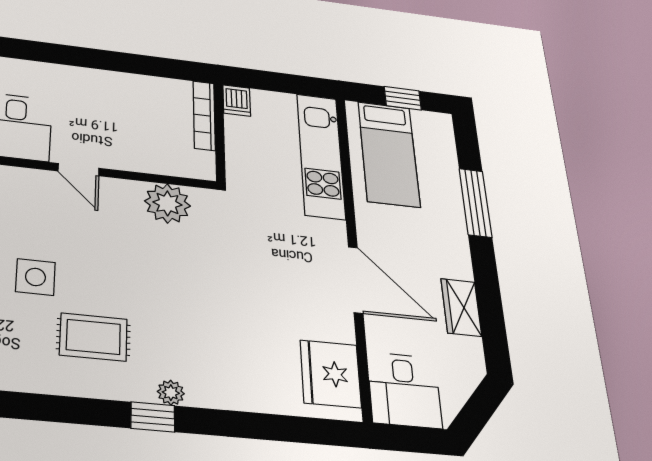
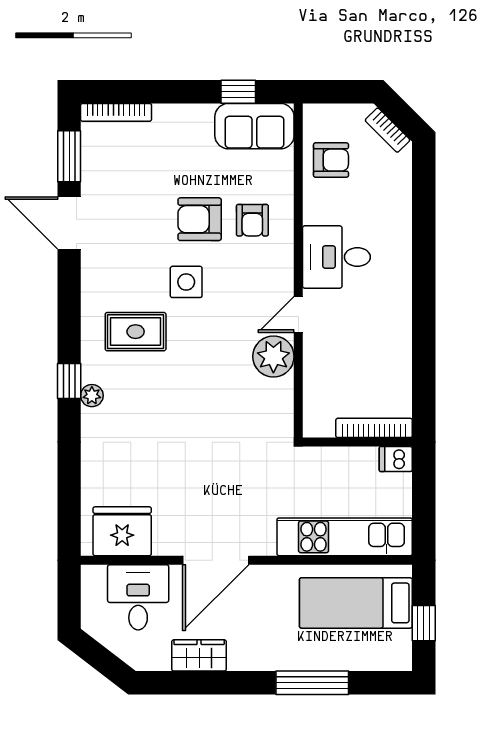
plant: (167, 203) -> (273, 357), moved
rug: (93, 337) -> (136, 332), turned 90
desk: (404, 390) -> (138, 597), moved, turned 90

